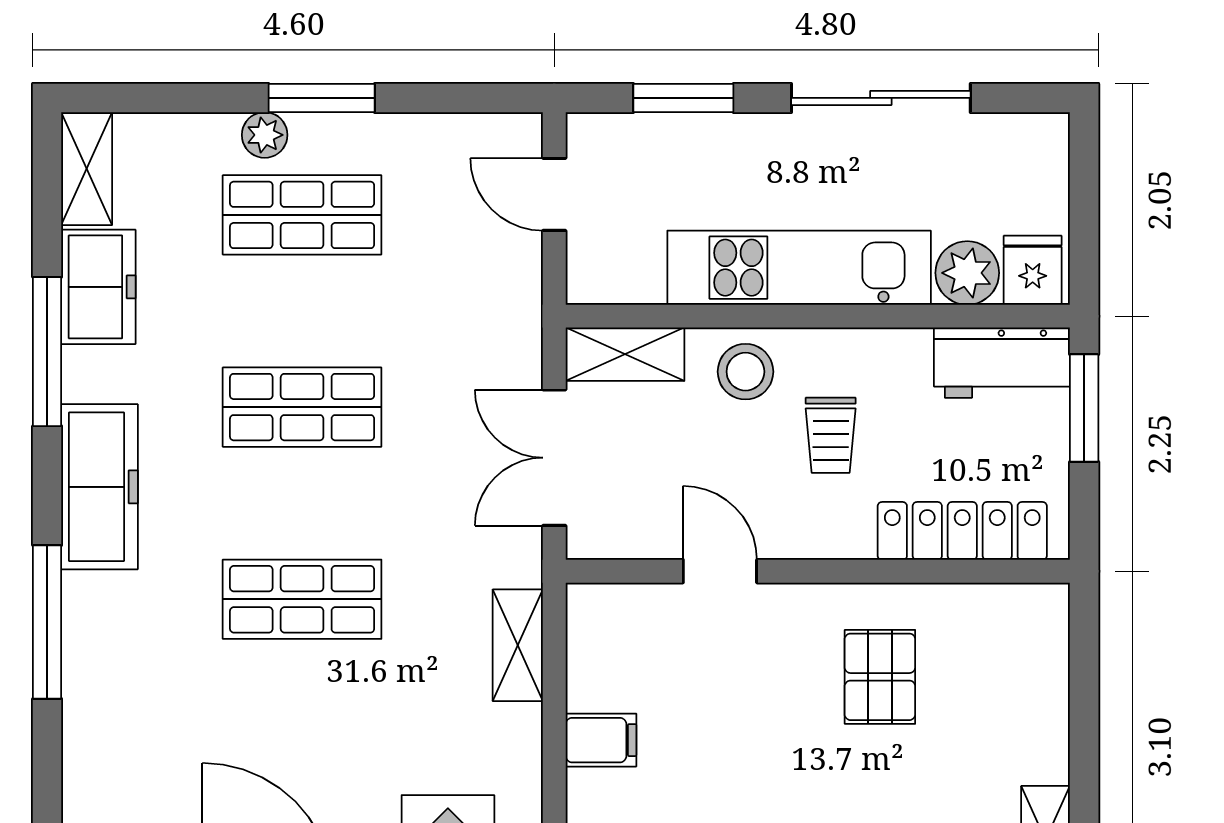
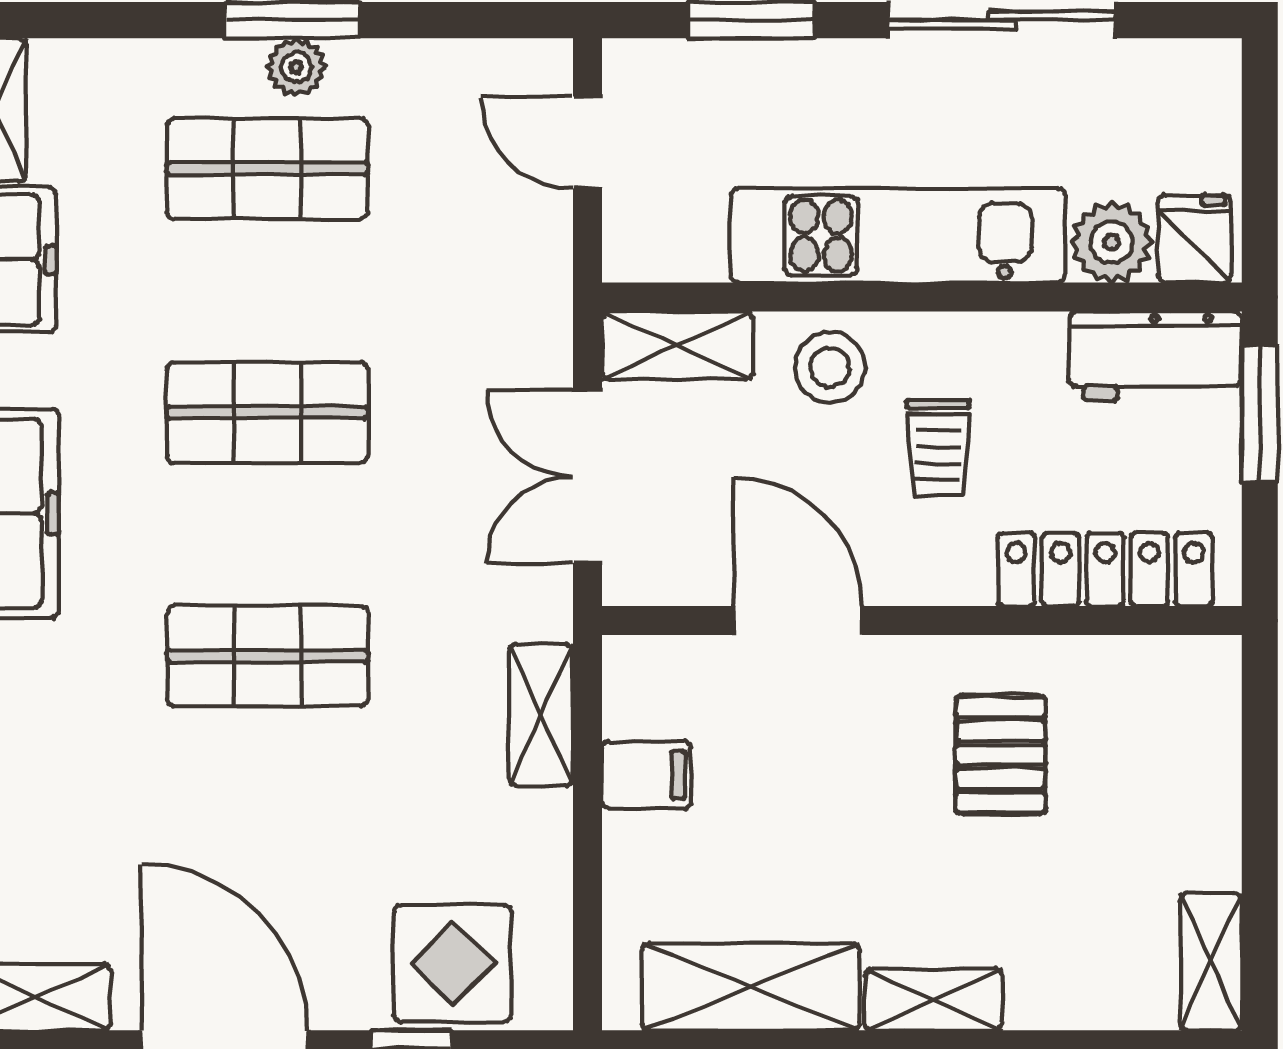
plant: (265, 135) -> (296, 67), moved
door: (720, 571) -> (798, 621), width x1.38
filing cabinet: (601, 740) -> (647, 775), moved

